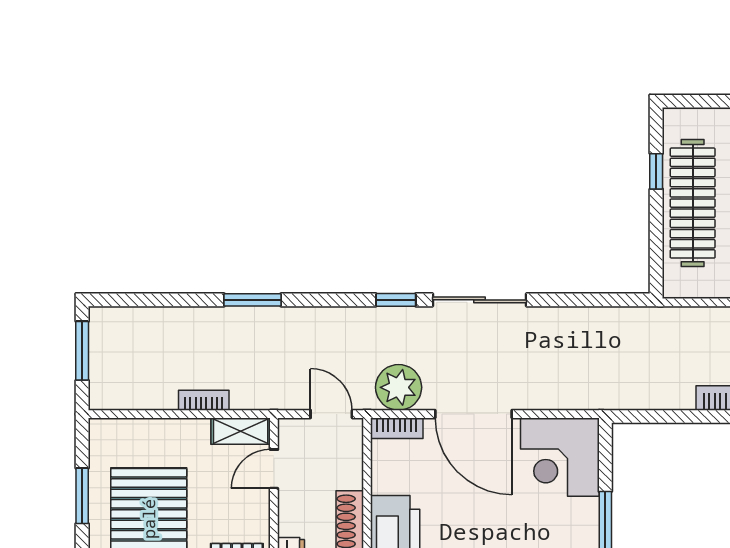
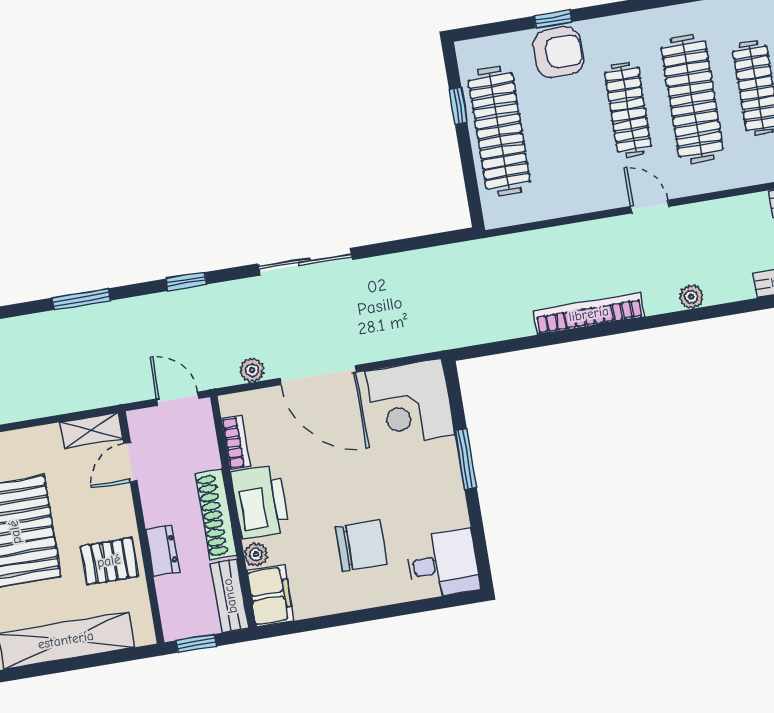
window: (396, 300) -> (186, 282), moved
plant: (399, 387) -> (252, 370), width x0.53, depth x0.53
bookcase: (204, 400) -> (50, 406), removed
bookcase: (397, 428) -> (236, 443), moved, turned -90

